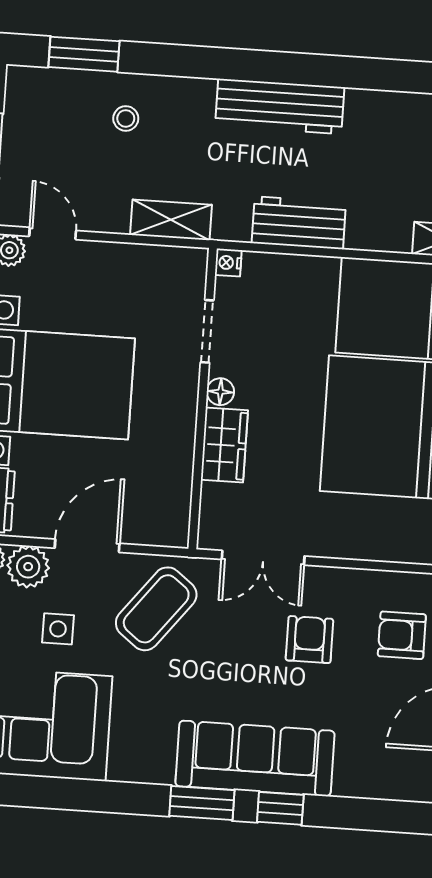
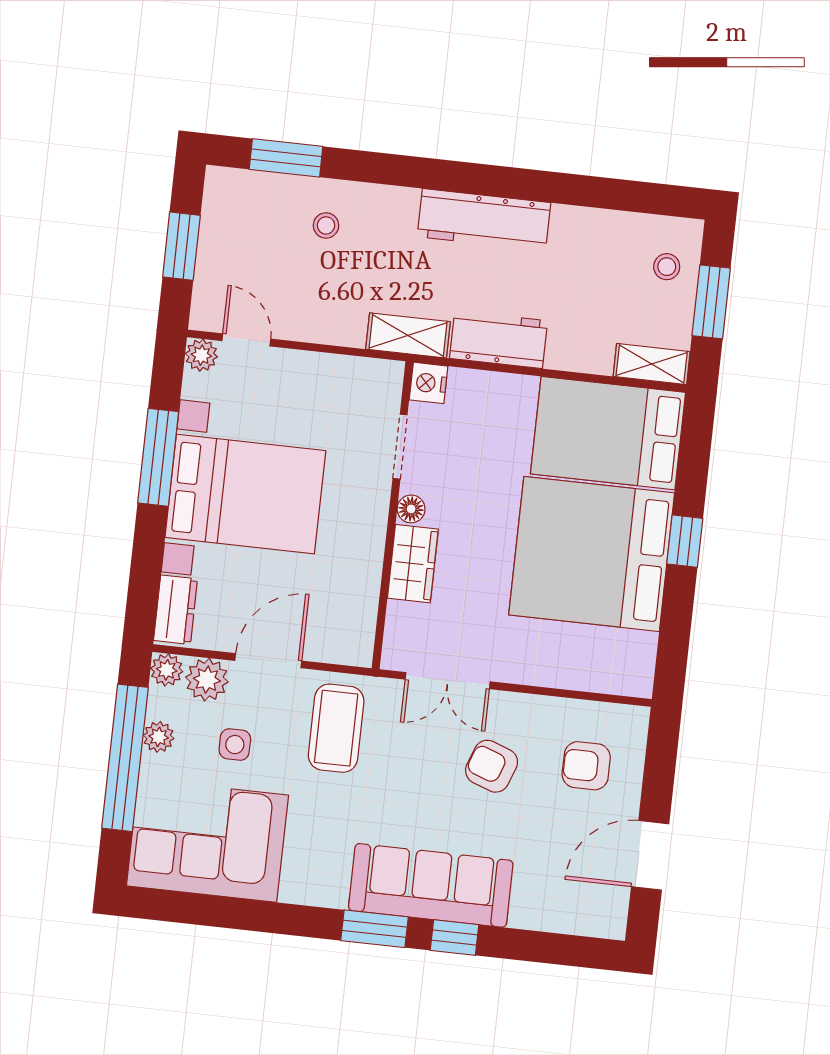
shelving: (171, 220) -> (408, 335), moved
nightstand: (228, 263) -> (429, 383), width x1.39, depth x1.35
coffee table: (156, 609) -> (336, 728), turned -38
armchair: (309, 640) -> (492, 766), turned -70

